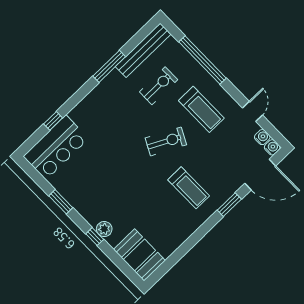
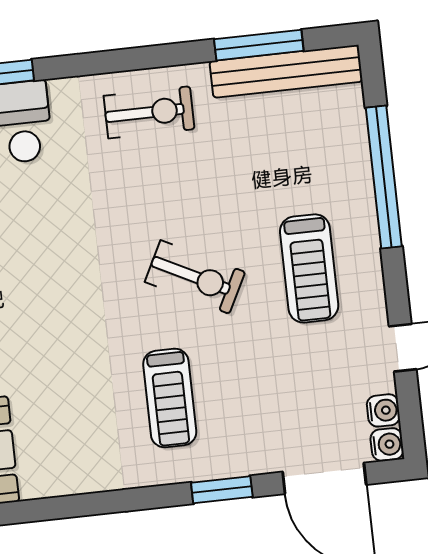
window: (109, 66) -> (259, 45), moved
exercise bike: (159, 86) -> (149, 112), moved

